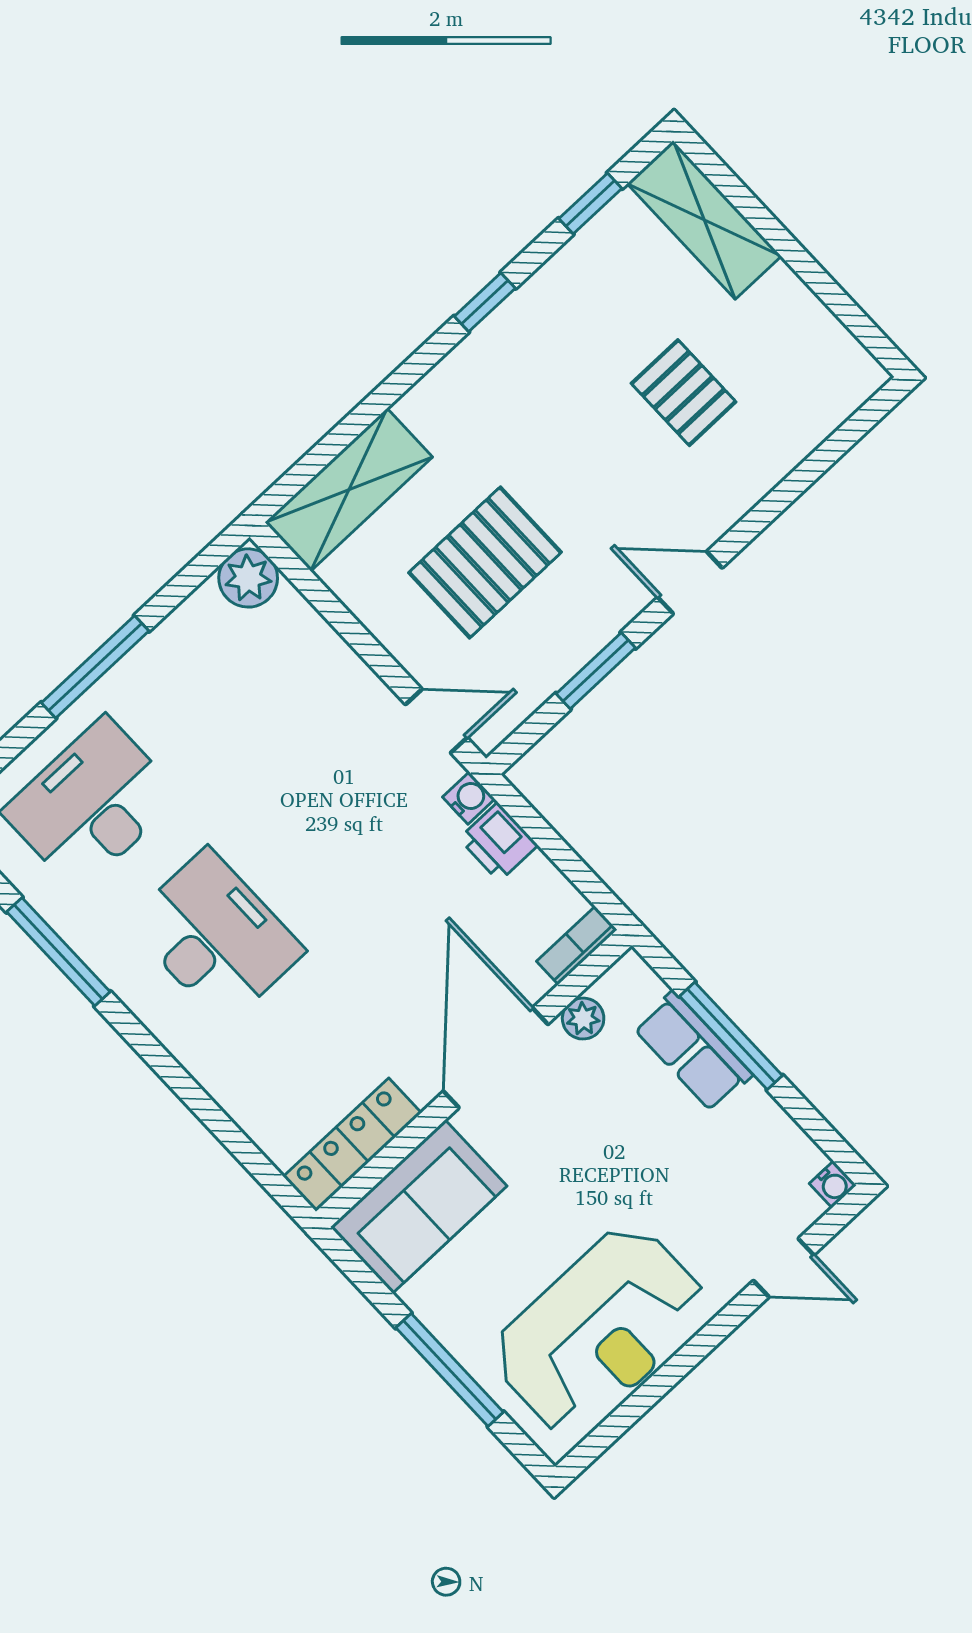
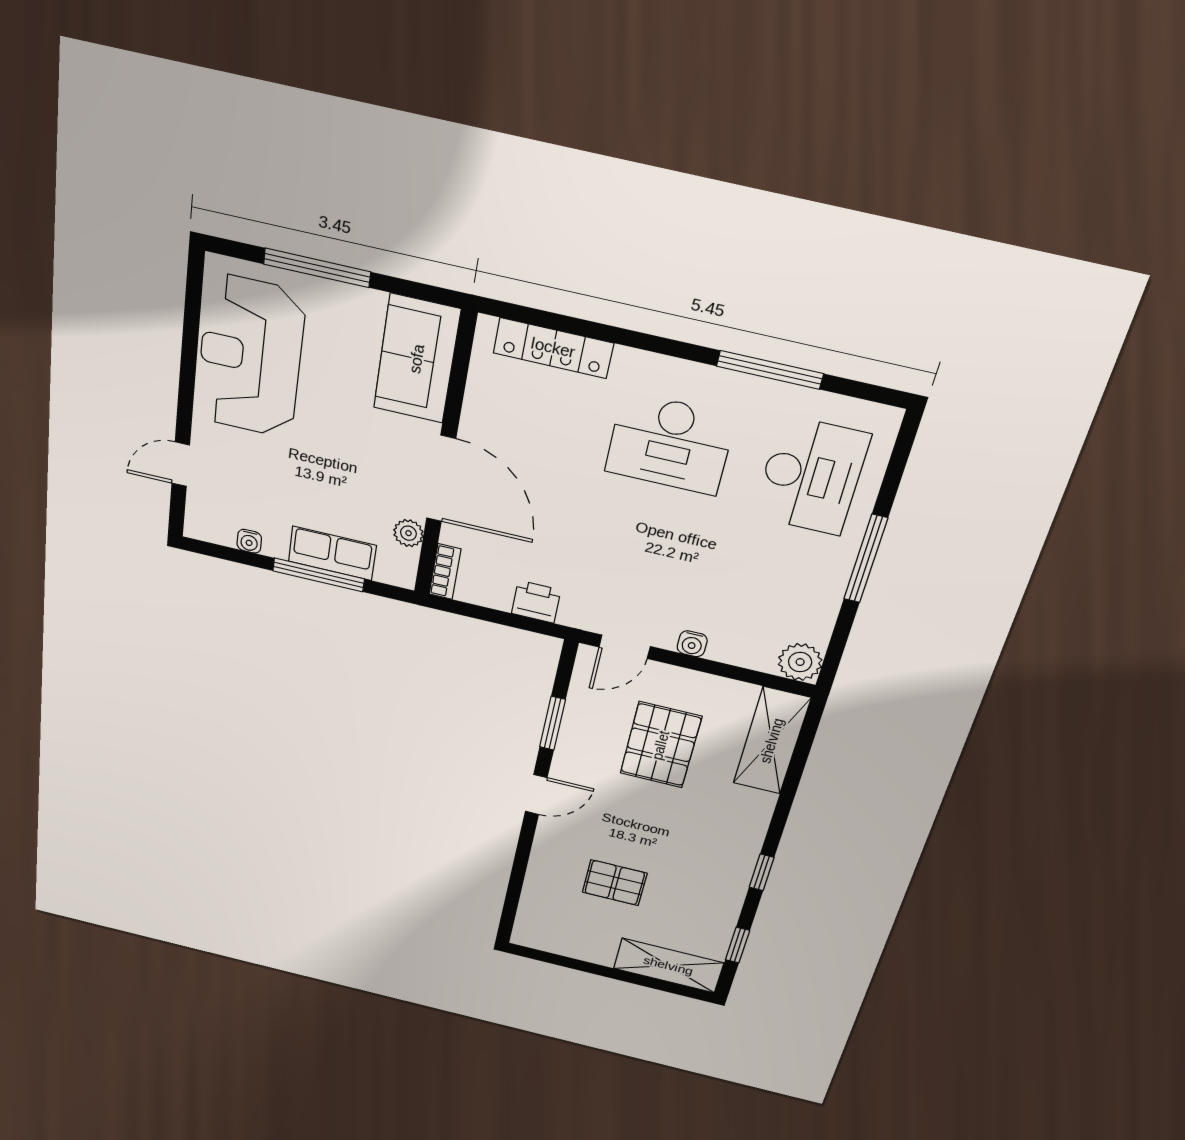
water cooler: (469, 798) -> (692, 644), moved
locker: (352, 1145) -> (553, 348), moved, turned 90
water cooler: (833, 1184) -> (249, 541), moved, turned -90

